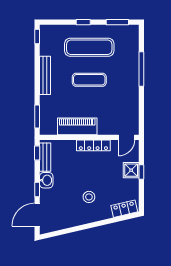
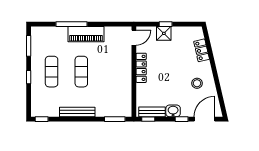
exercise mat: (89, 47) -> (52, 72), width x0.73, depth x0.69
piano: (77, 126) -> (86, 34), moved, turned -90
door: (126, 137) -> (134, 38), hinge flipped
stool: (89, 197) -> (197, 83), moved
locker: (124, 209) -> (202, 50), moved
door: (37, 215) -> (205, 119), swing flipped

